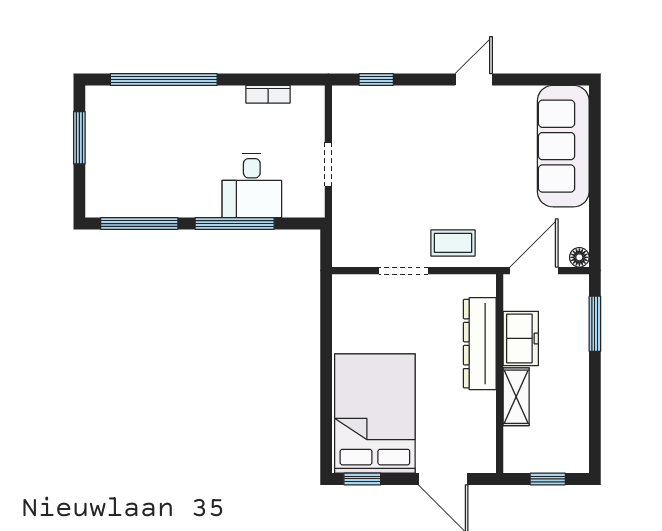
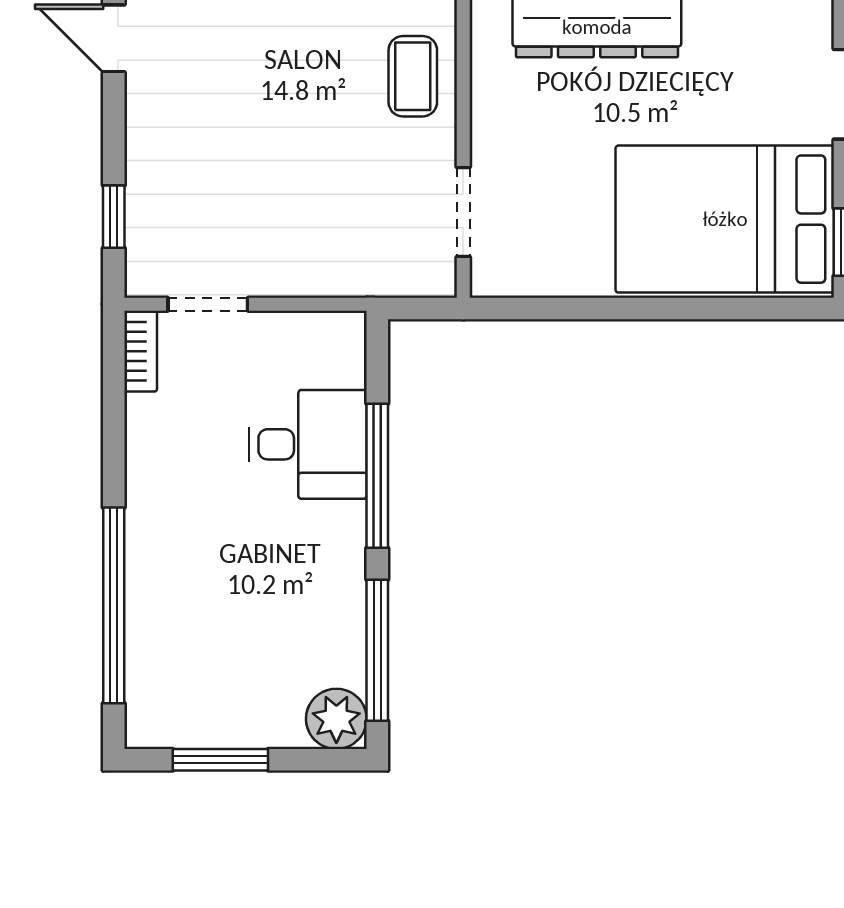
bookcase: (268, 94) -> (141, 351), moved
doorway: (328, 165) -> (208, 304), moved
plant: (102, 201) -> (336, 719), added
doorway: (404, 271) -> (463, 212), moved

